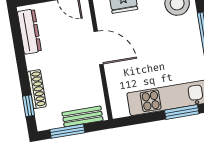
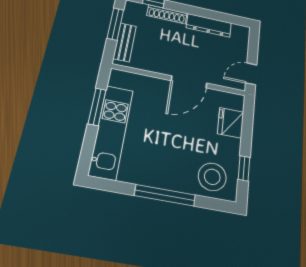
dresser: (29, 32) -> (209, 25), moved
window: (182, 112) -> (97, 107), moved

